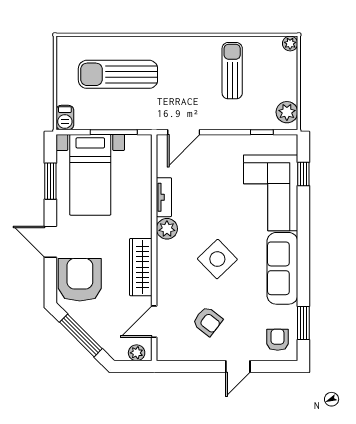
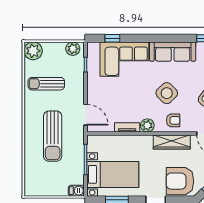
plant: (290, 44) -> (33, 51), width x1.88, depth x1.88
sun lounger: (118, 74) -> (53, 136), moved
armchair: (175, 269) -> (173, 120), added

